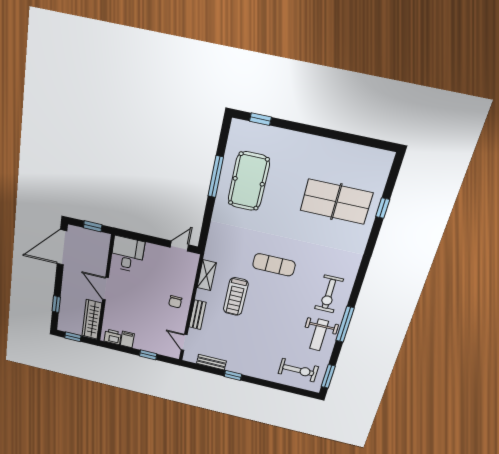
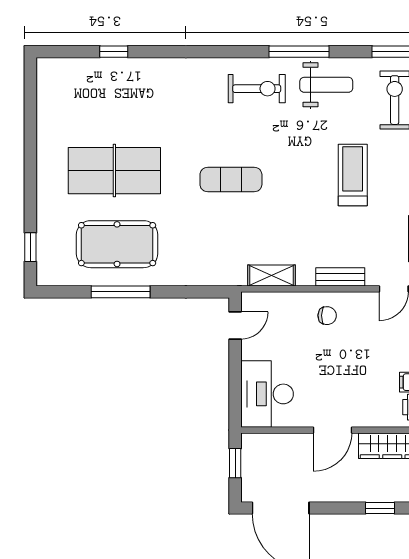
table tennis table: (336, 202) -> (114, 171), moved, turned 90
door: (179, 246) -> (235, 325), swing flipped
desk: (127, 254) -> (267, 394), width x1.37
exercise mat: (274, 265) -> (231, 180), turned 90
treadmill: (236, 297) -> (353, 175), moved, turned -90

